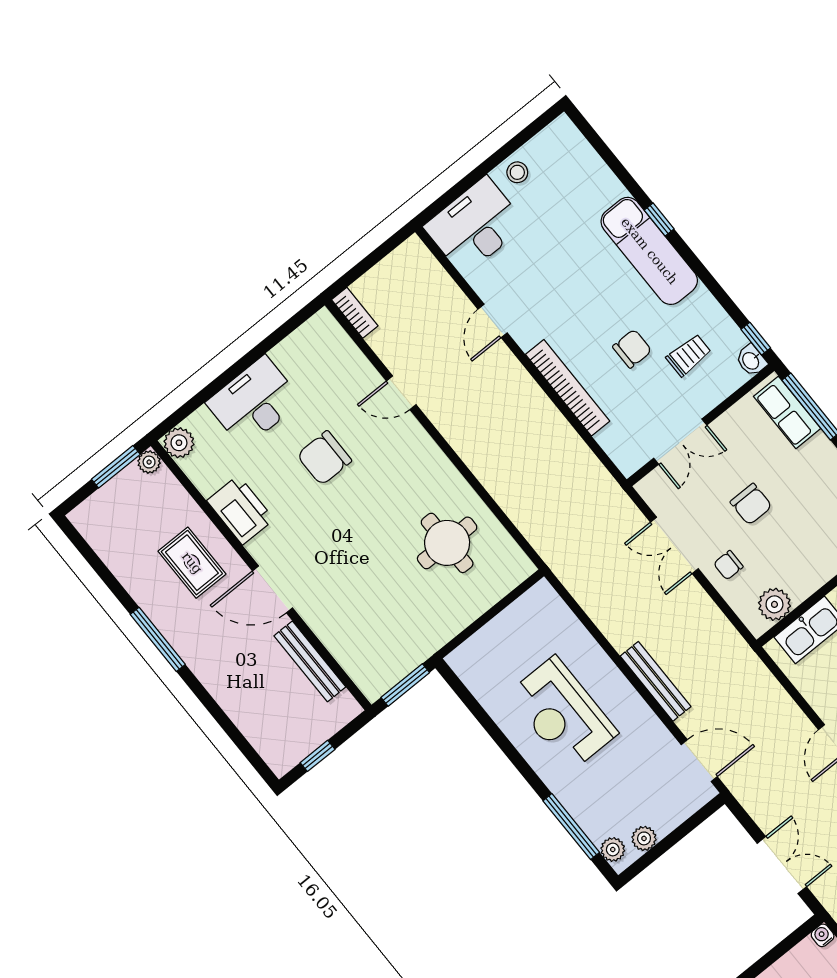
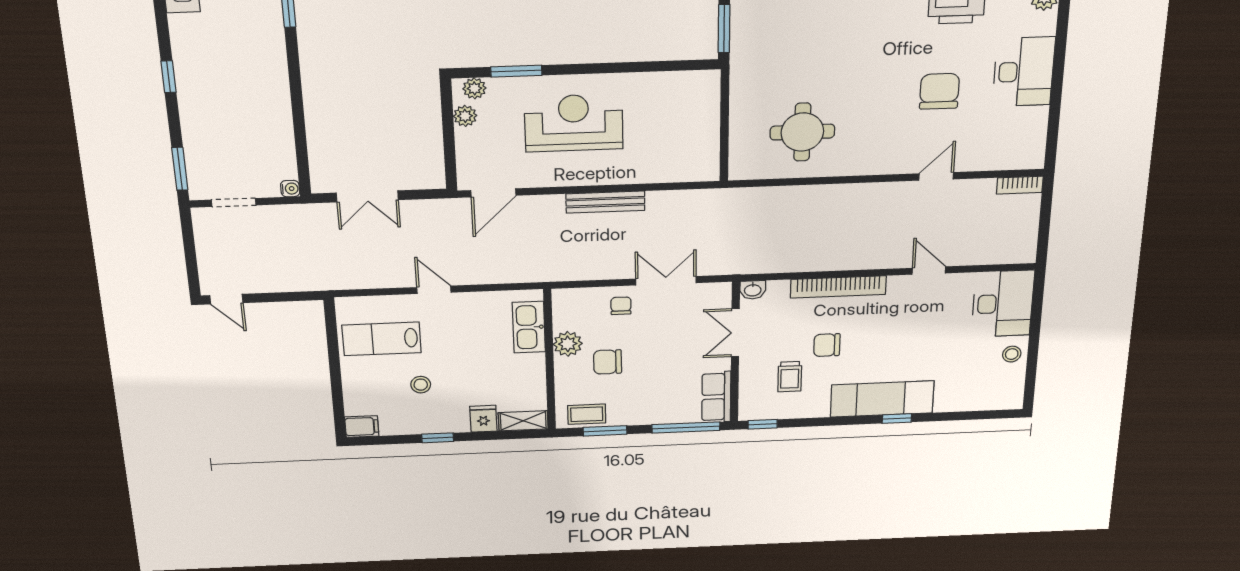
chair: (632, 349) -> (827, 345), turned 90
washbasin: (751, 360) -> (753, 290), moved, turned 180
row of seats: (787, 412) -> (716, 397), moved, turned -90
chair: (751, 504) -> (608, 362), moved
plant: (774, 604) -> (568, 344), moved
bench: (656, 681) -> (605, 202), moved
reception desk: (562, 714) -> (574, 123), moved
window: (571, 827) -> (516, 71), width x0.69

